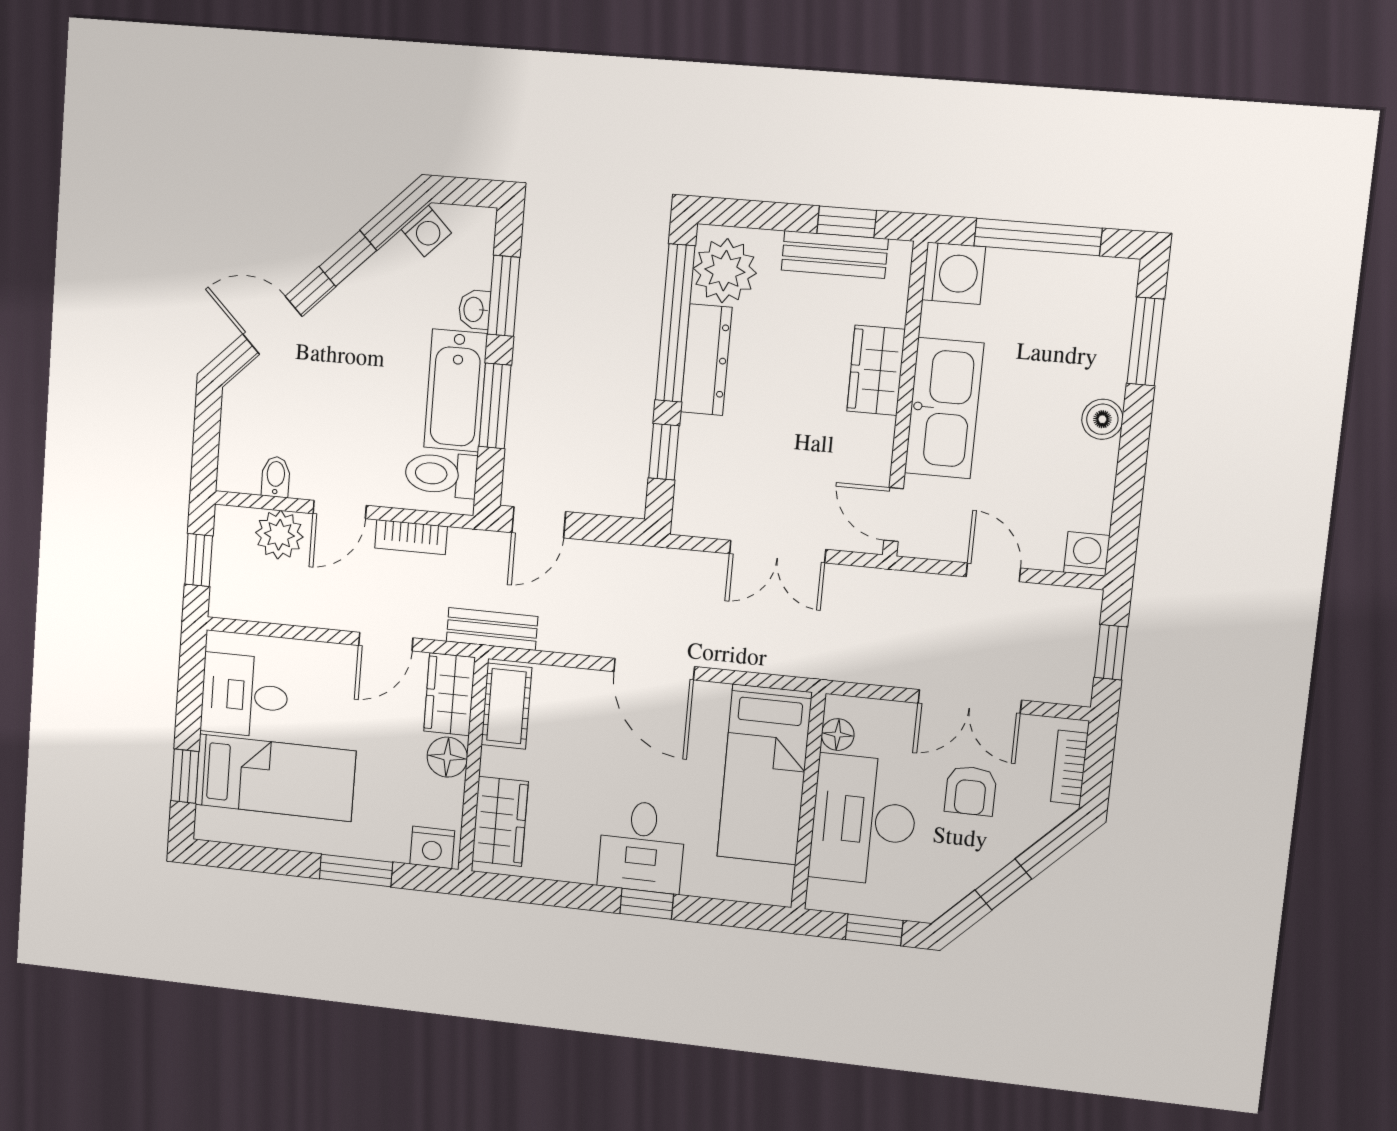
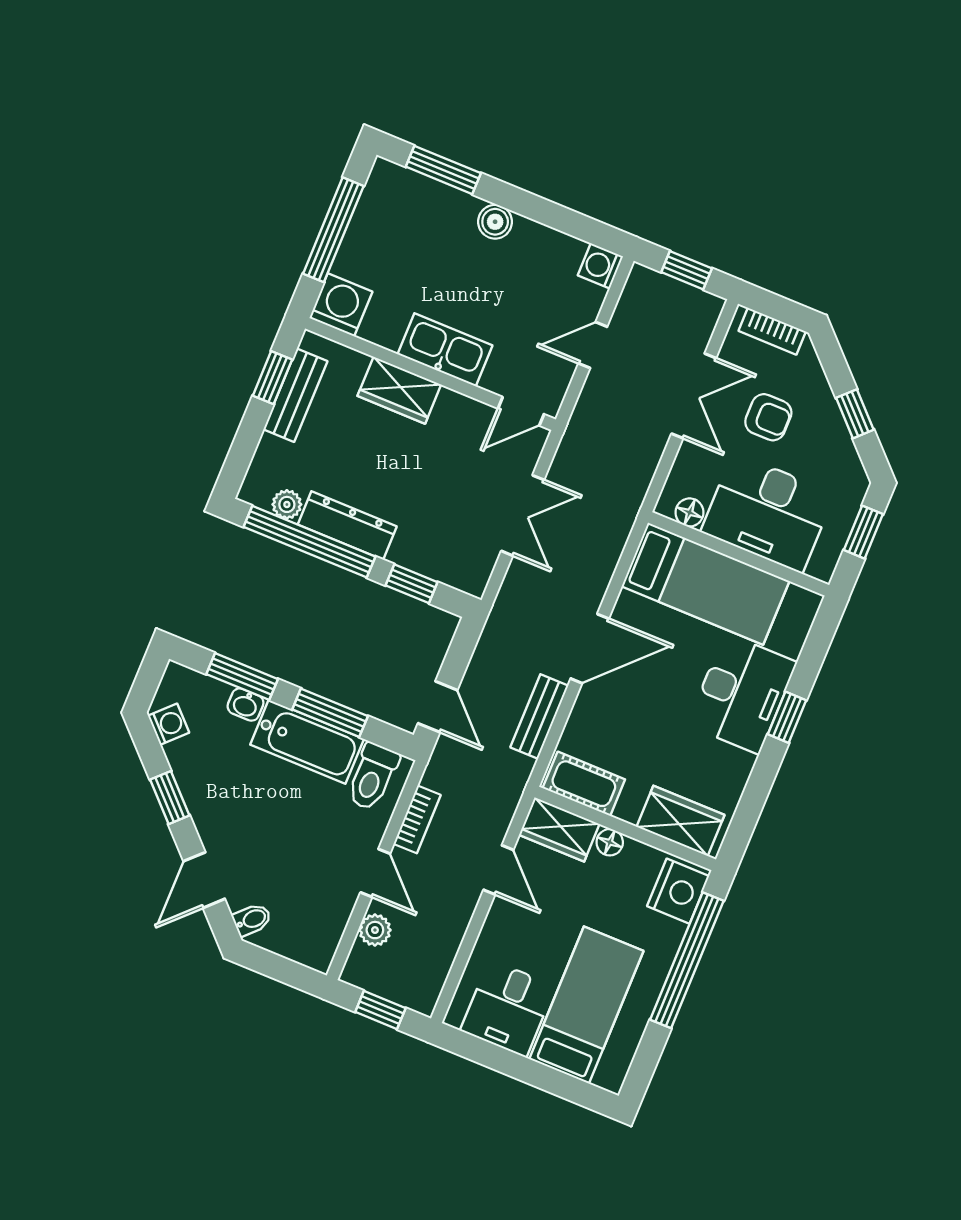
plant: (725, 271) -> (287, 504), width x0.53, depth x0.53
kitchen sink: (944, 408) -> (445, 350), width x0.73, depth x0.81
bidet: (276, 477) -> (252, 920), moved, turned 135
plant: (279, 535) -> (375, 930), width x0.73, depth x0.73
bench: (492, 629) -> (539, 716), moved
floor lamp: (447, 757) -> (610, 842), width x0.73, depth x0.73
window: (185, 776) -> (562, 1085), removed
desk: (642, 846) -> (742, 694), width x1.37
nightstand: (432, 847) -> (678, 891), width x1.36, depth x1.33
window: (356, 870) -> (687, 960), width x2.11

